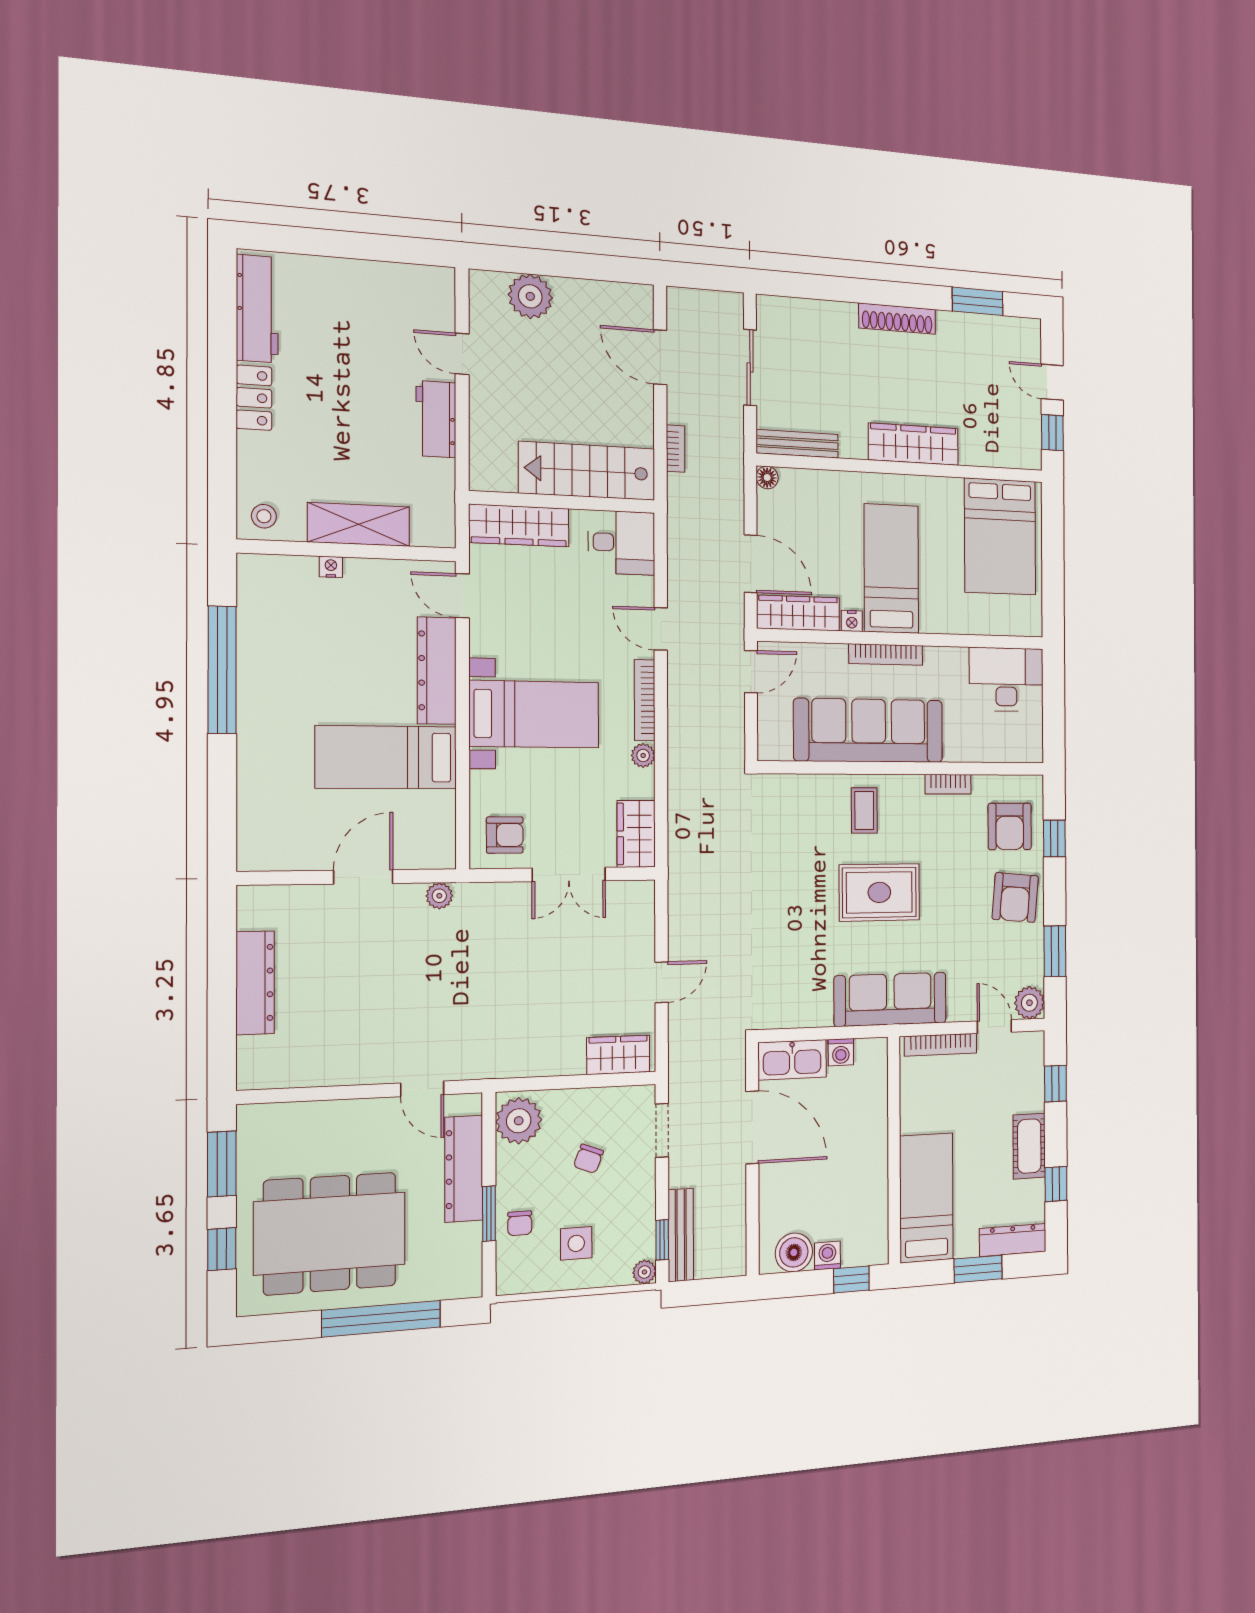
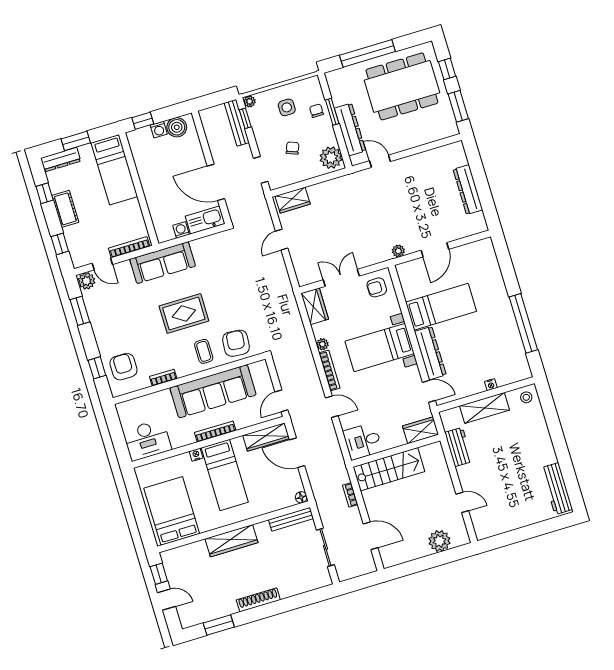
locker: (254, 398) -> (546, 448), removed
workbench: (436, 419) -> (459, 447), moved
wardrobe: (519, 525) -> (421, 430), width x0.67
nightstand: (852, 621) -> (196, 455), moved
armchair: (1015, 898) -> (236, 343), moved

